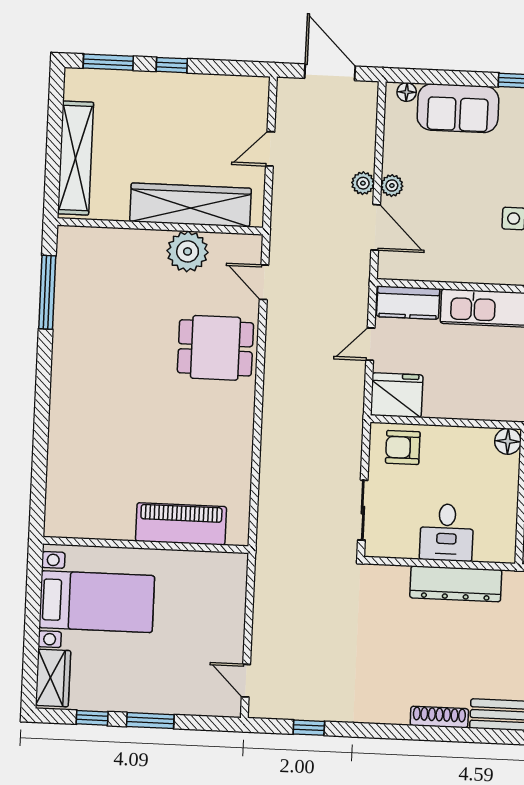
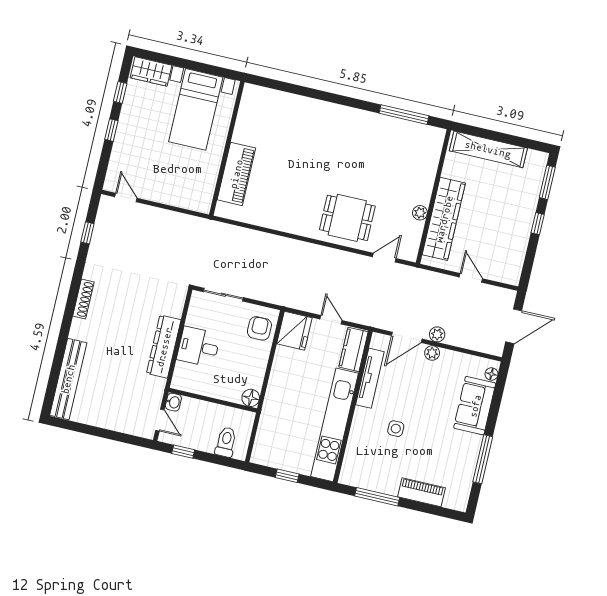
plant: (188, 251) -> (420, 213), width x0.53, depth x0.53
tv unit: (446, 271) -> (370, 378), added
dining table: (215, 348) -> (347, 218), turned 90
door: (246, 681) -> (126, 198), hinge flipped
shoe rack: (439, 717) -> (83, 299), moved
window: (150, 721) -> (111, 130), width x0.67

